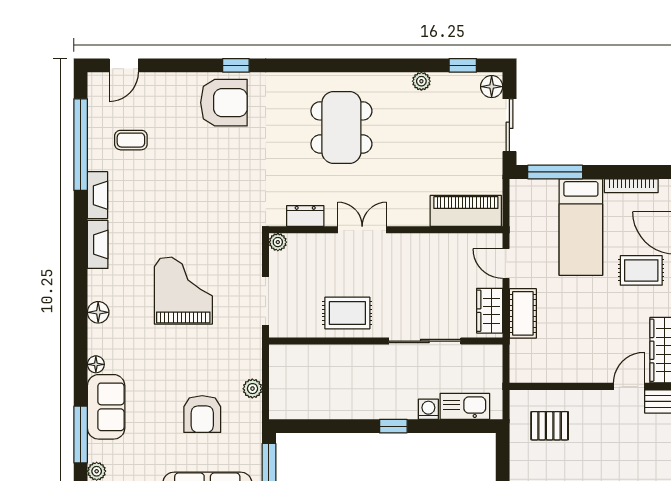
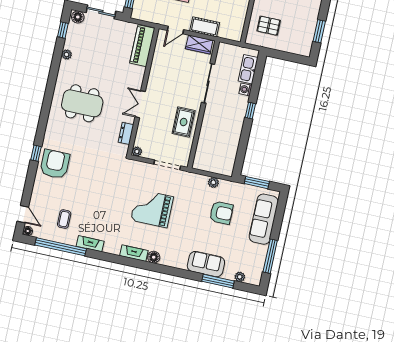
fireplace: (98, 244) -> (134, 253), moved
floor lamp: (96, 364) -> (28, 231), moved
pallet: (550, 426) -> (269, 26), turned 90

